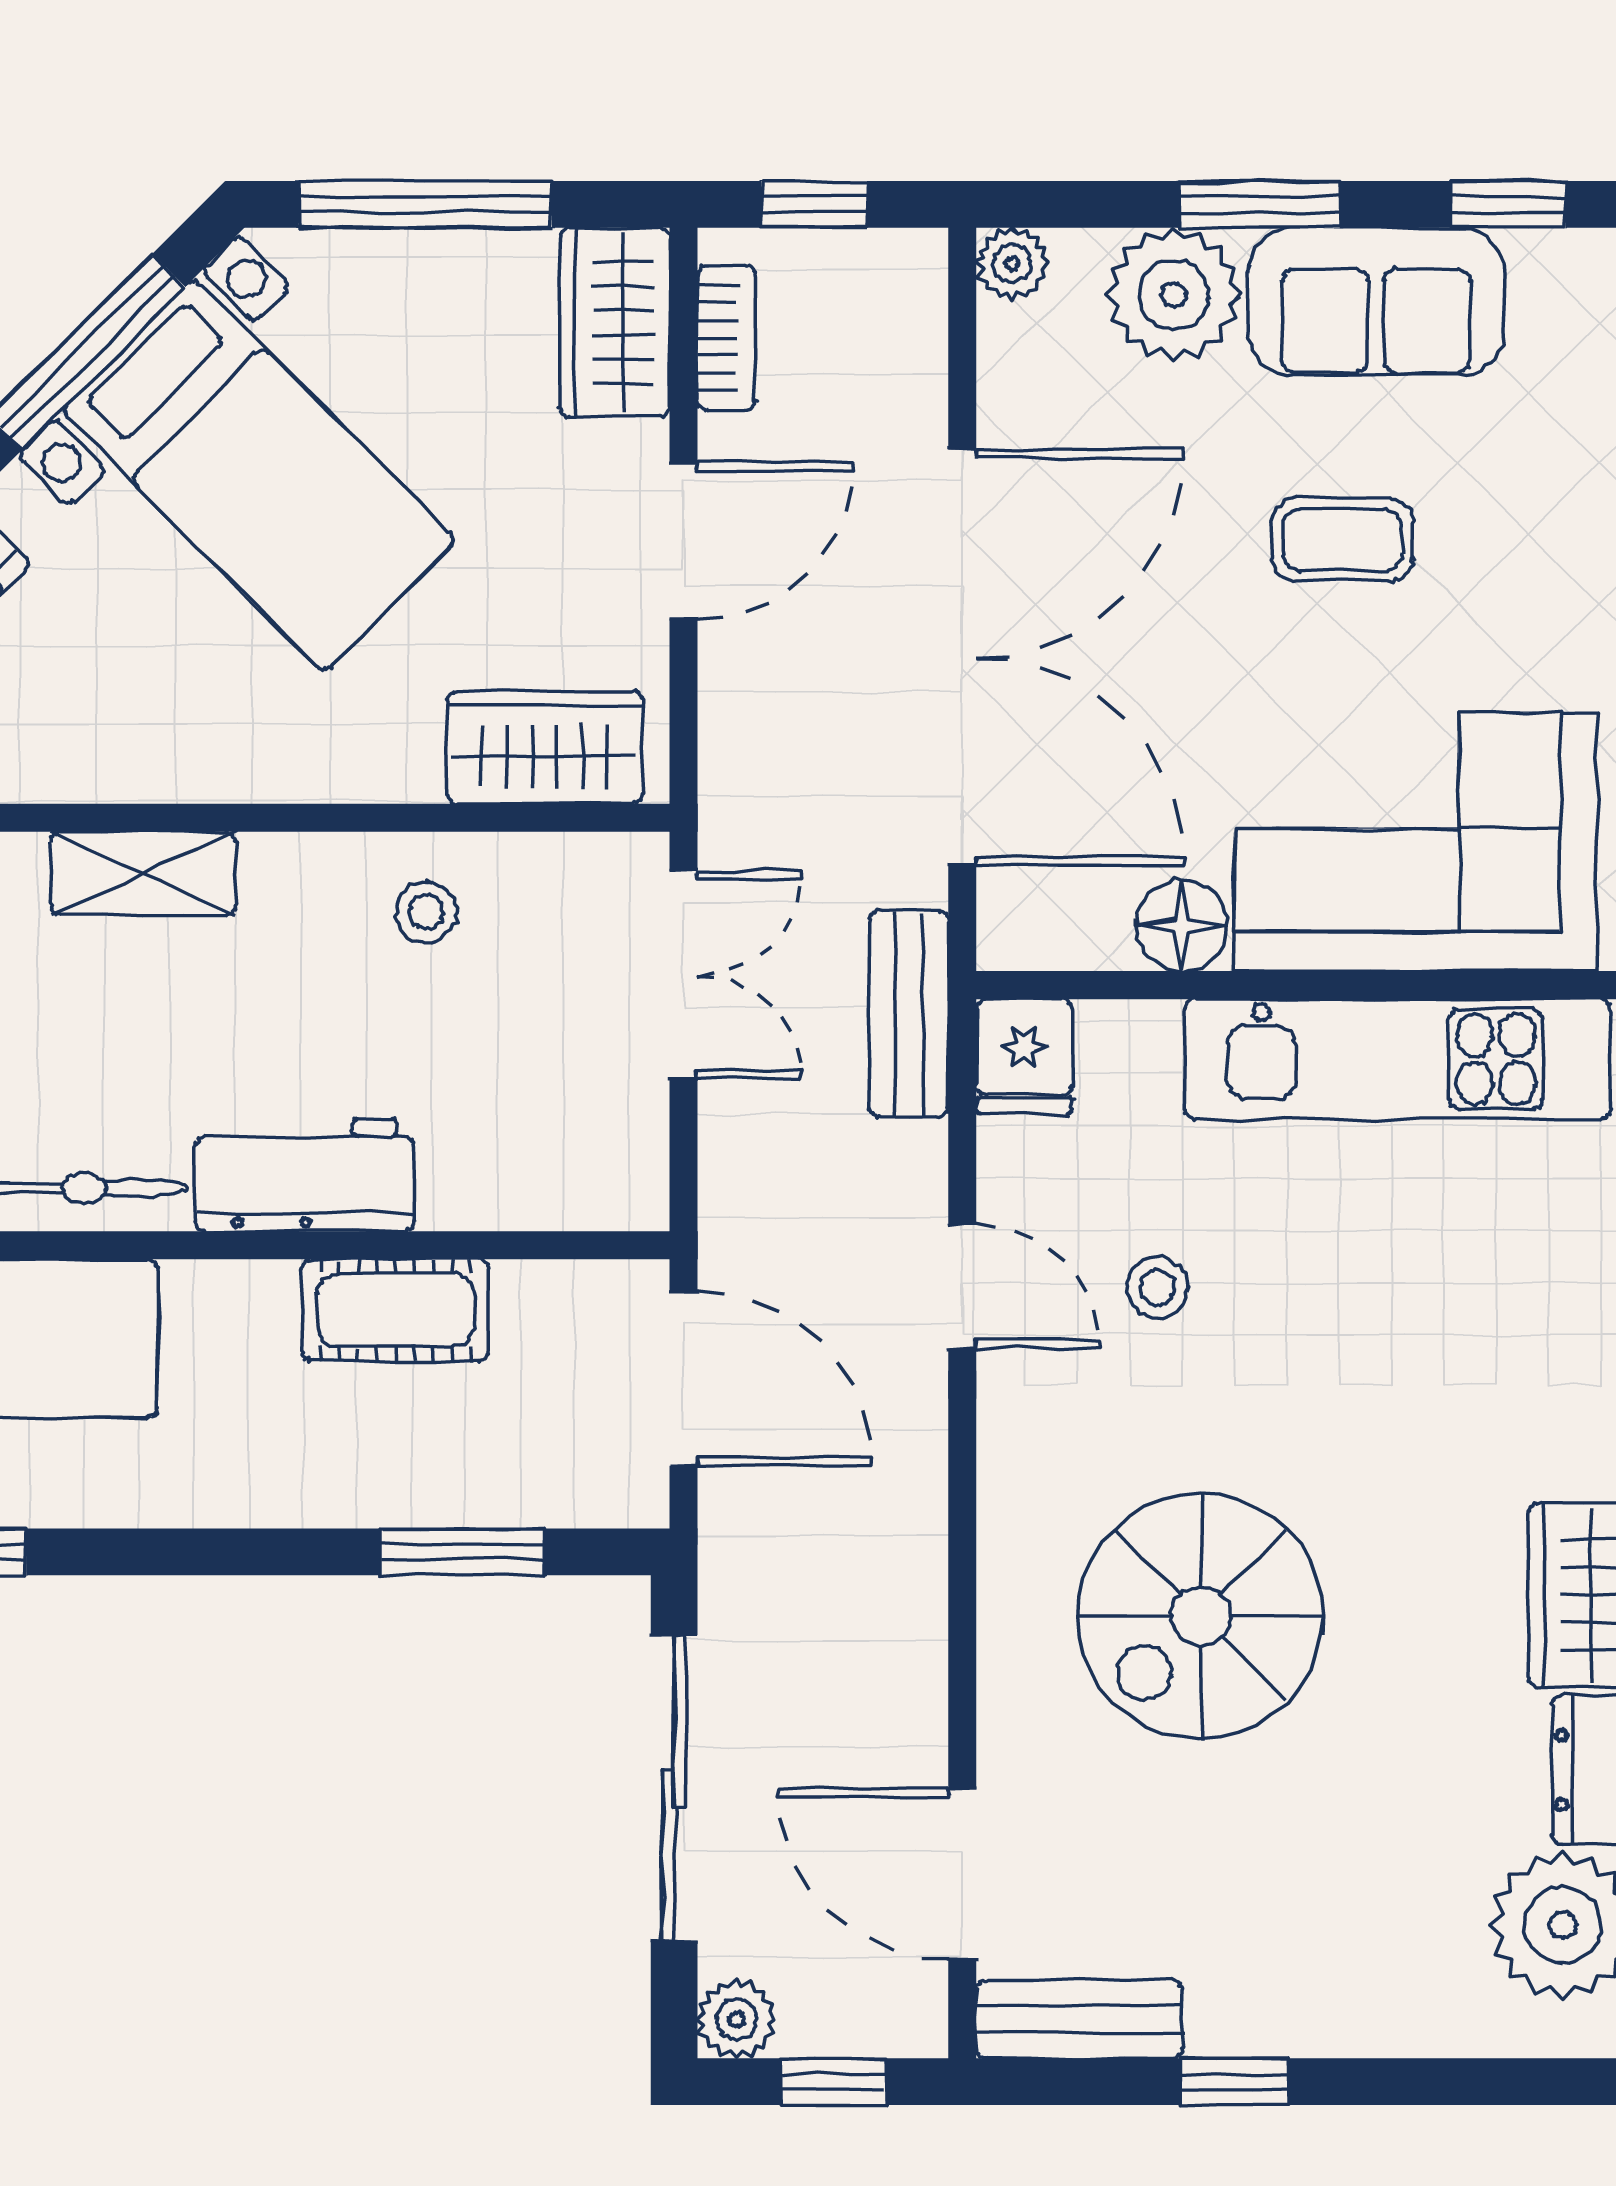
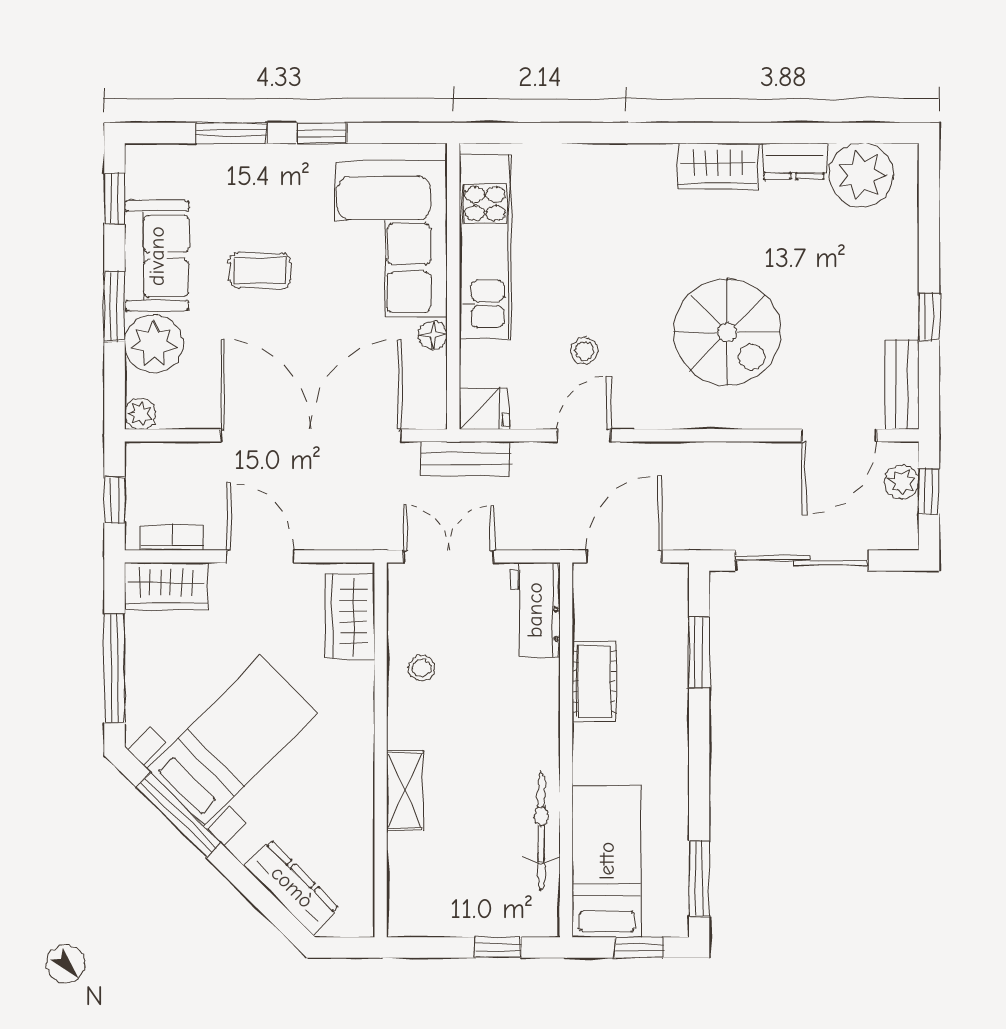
coffee table: (1342, 540) -> (260, 271), turned 90
floor lamp: (1181, 926) -> (433, 335), width x0.73, depth x0.73
workbench: (305, 1175) -> (535, 610), moved
plant: (737, 2019) -> (902, 482), moved

